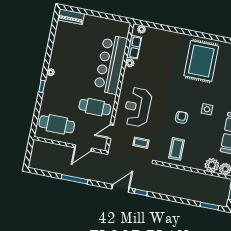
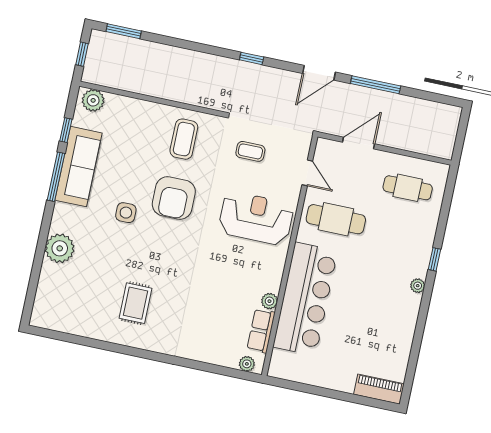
rug: (201, 61) -> (135, 303), width x0.54, depth x0.49
reception desk: (138, 107) -> (256, 218), turned -90
armchair: (182, 117) -> (174, 198), width x1.88, depth x1.88
cafe table: (57, 124) -> (408, 188), width x0.73, depth x0.74
door: (110, 132) -> (307, 173), hinge flipped
plant: (212, 165) -> (118, 108), removed
door: (121, 188) -> (319, 73), moved

